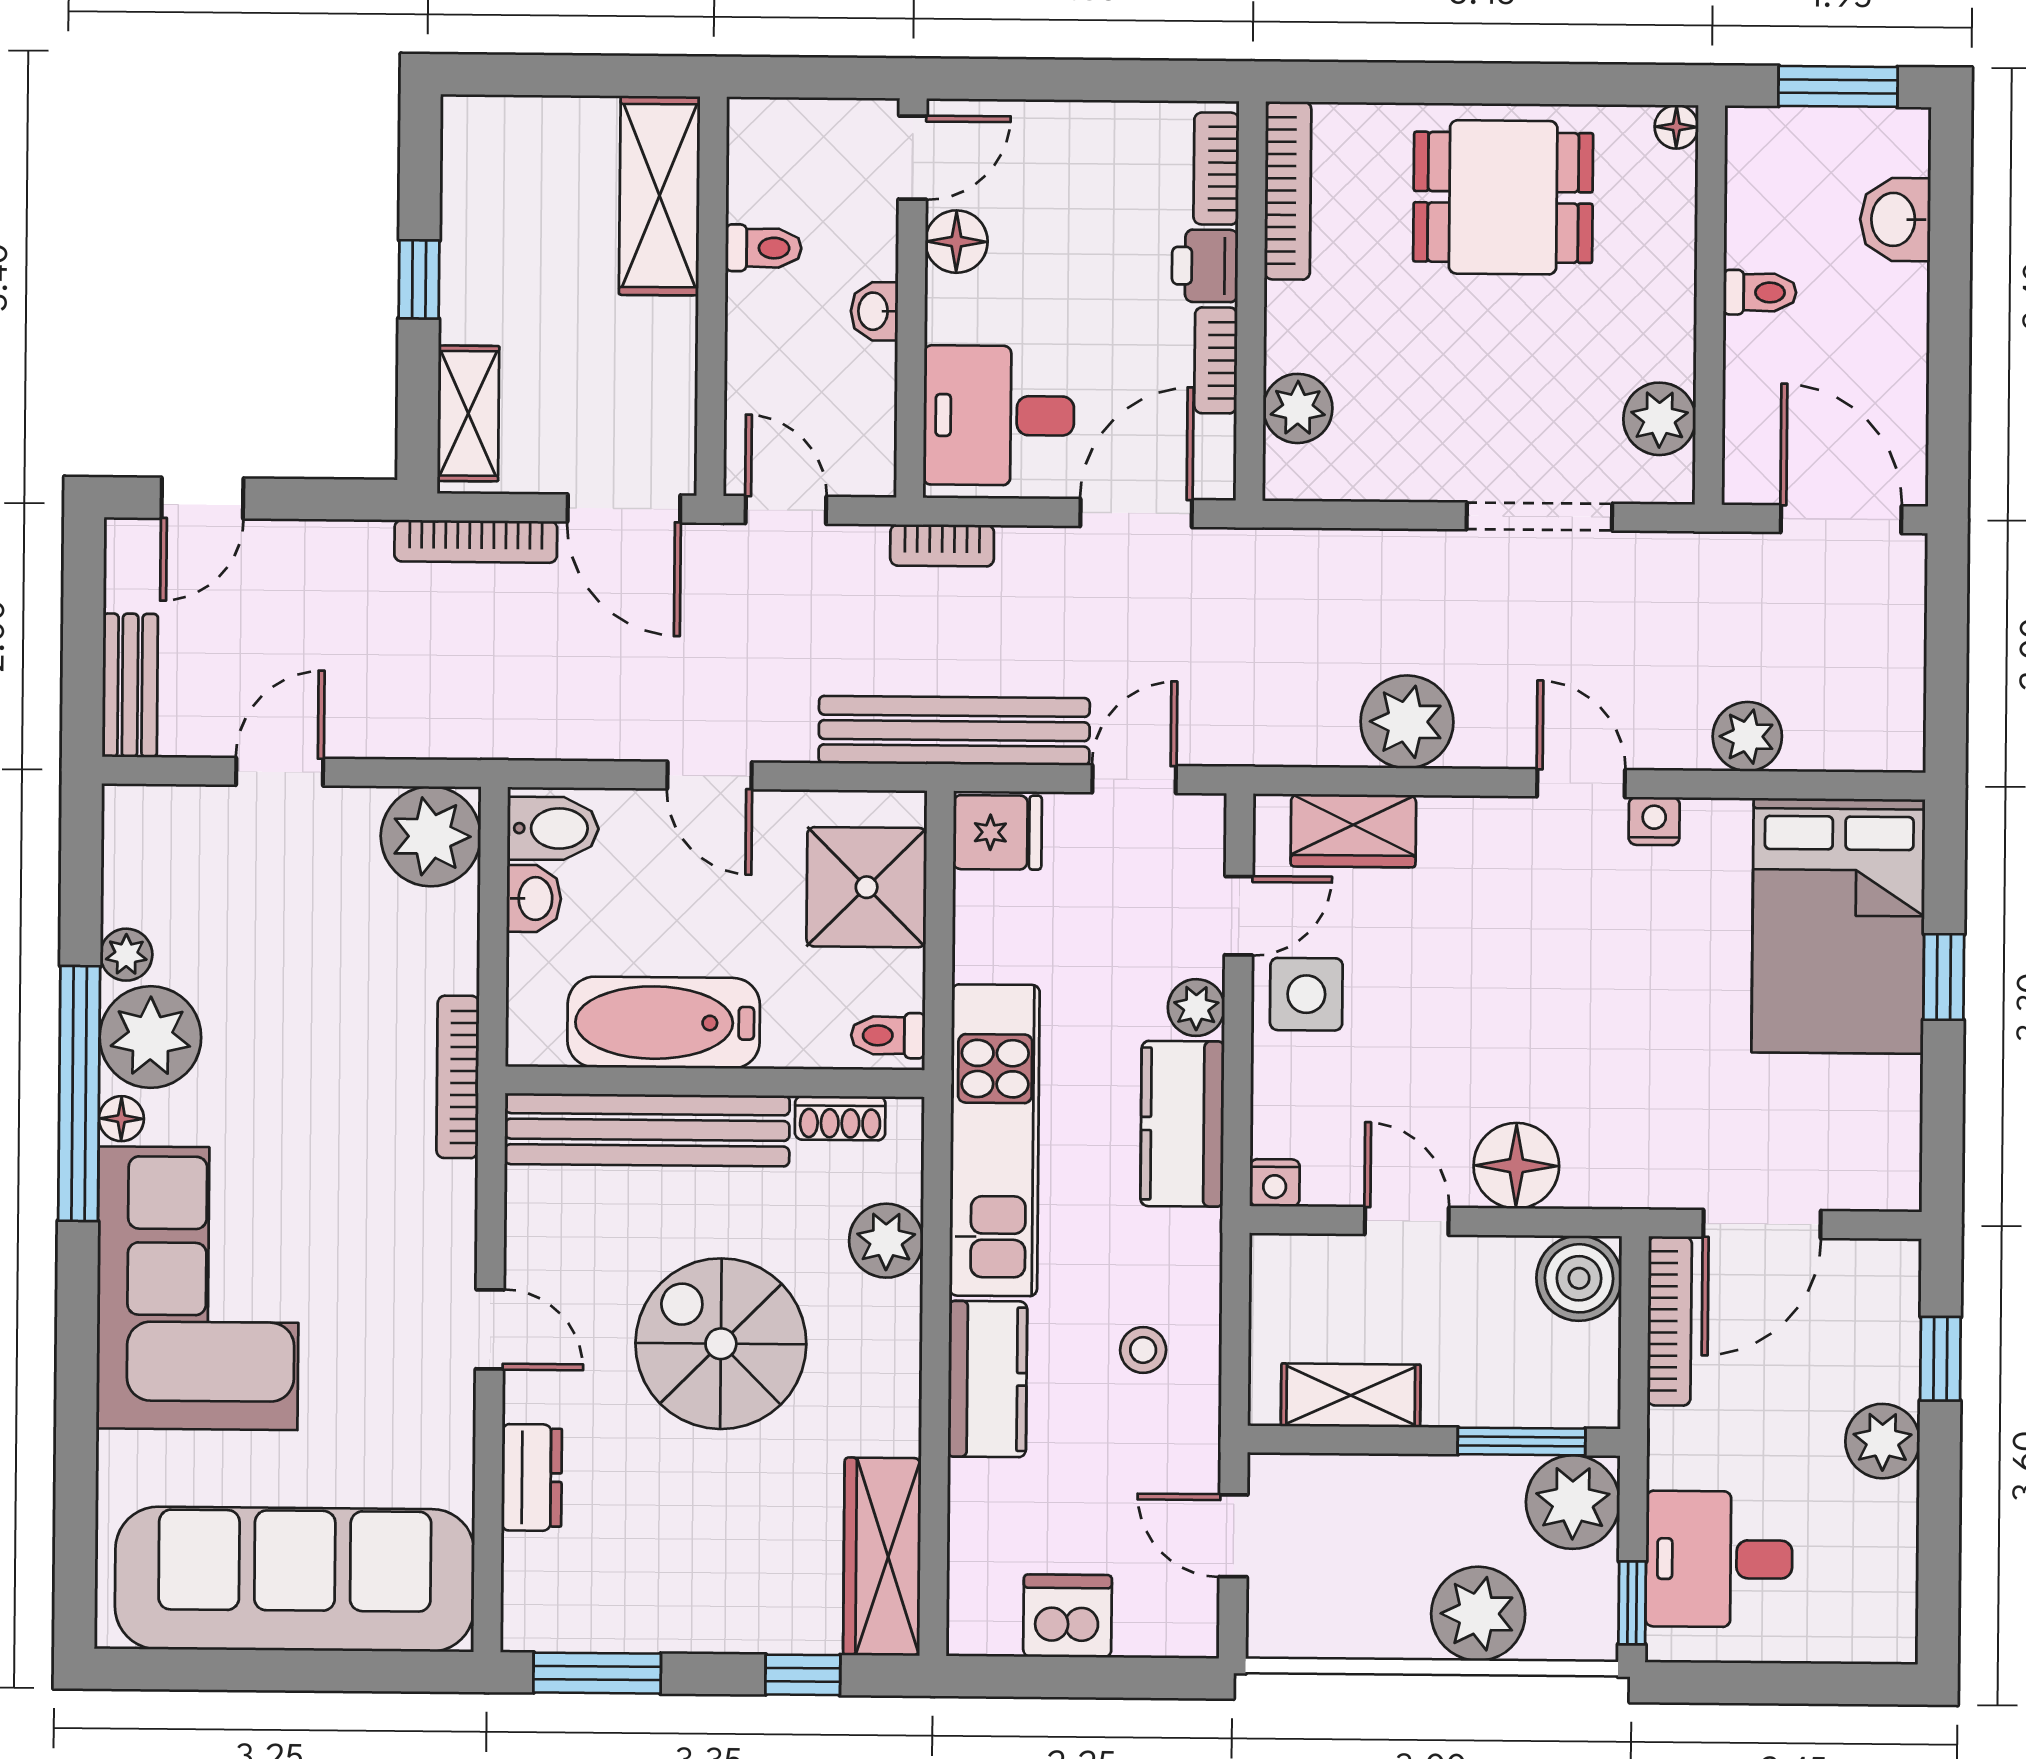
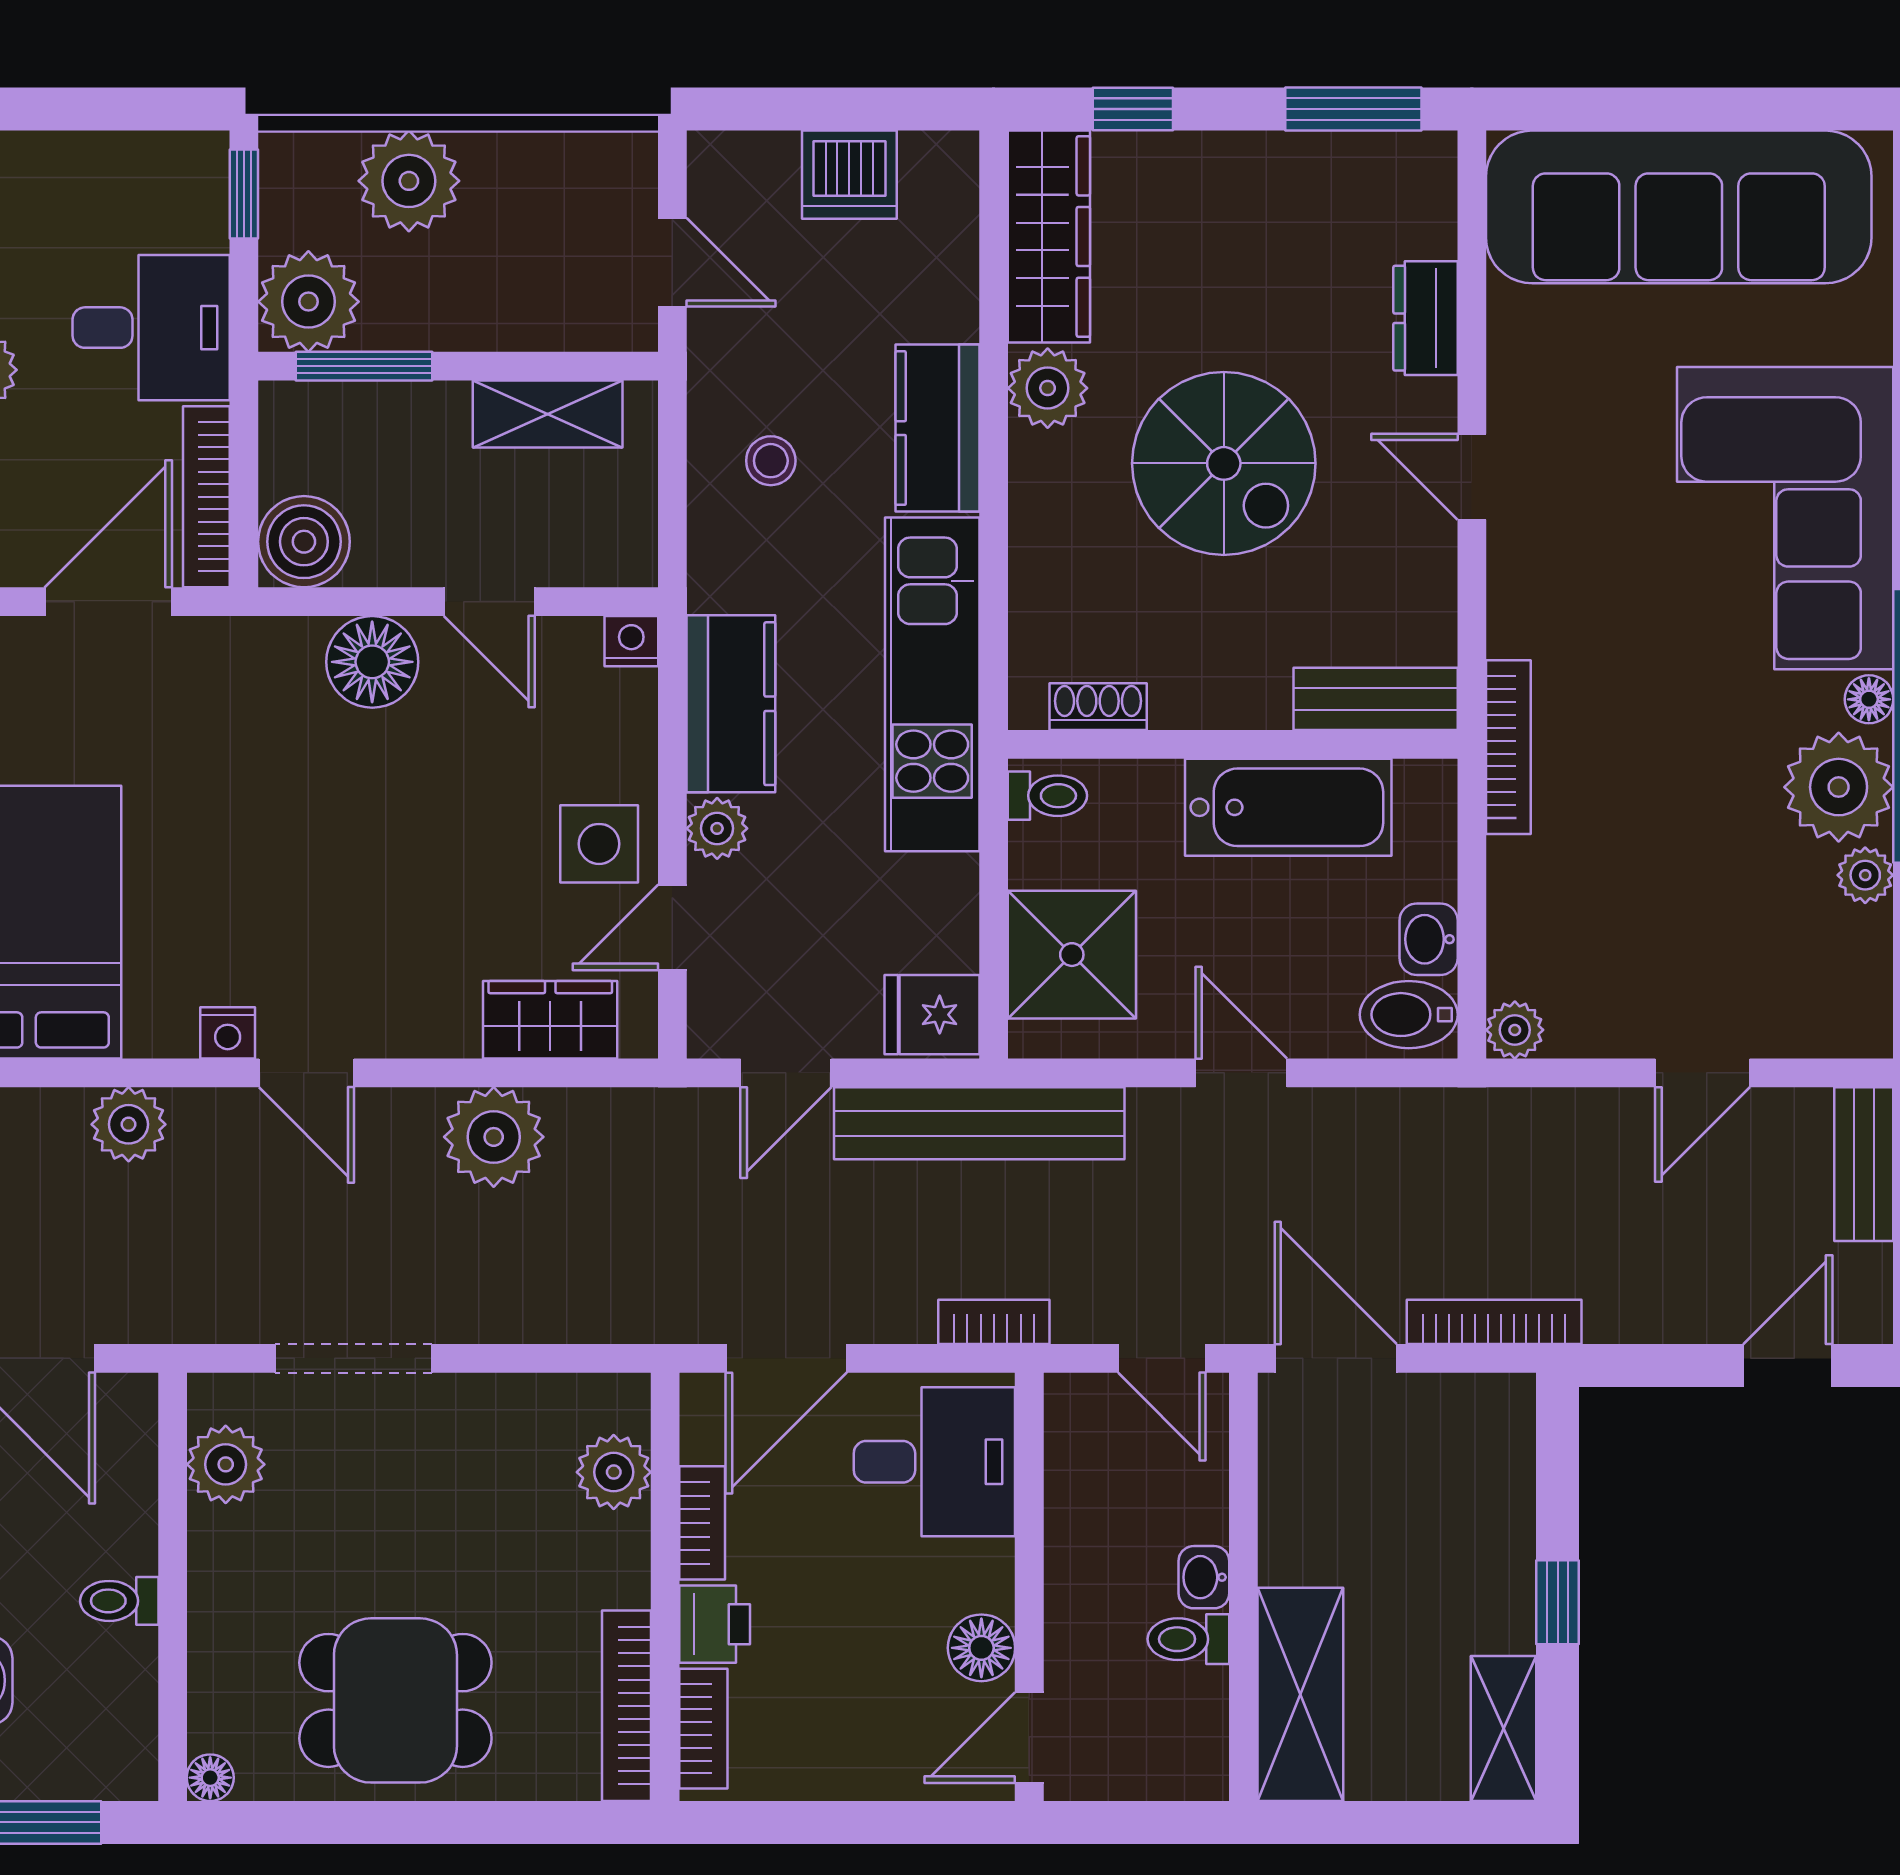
washbasin: (874, 311) -> (1204, 1577), moved, turned 180
shelving: (468, 413) -> (1503, 1728), moved
plant: (431, 836) -> (1515, 1030), width x0.53, depth x0.53
bench: (647, 1130) -> (1376, 699), width x0.54, depth x0.82
plant: (886, 1241) -> (1048, 388), moved
desk: (1719, 1559) -> (151, 328), moved

